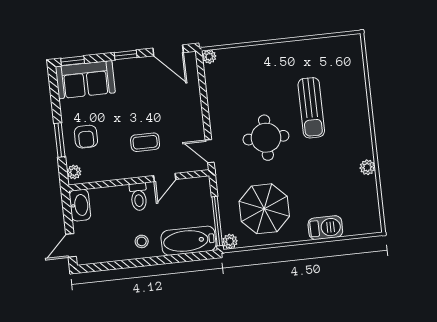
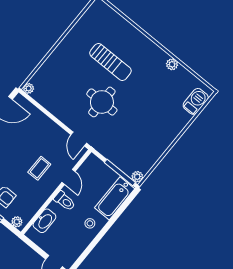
door: (210, 151) -> (79, 139), hinge flipped
washbasin: (80, 205) -> (44, 221), moved, turned 90
parasol: (264, 209) -> (139, 141), removed
barbecue: (325, 228) -> (196, 101), moved

